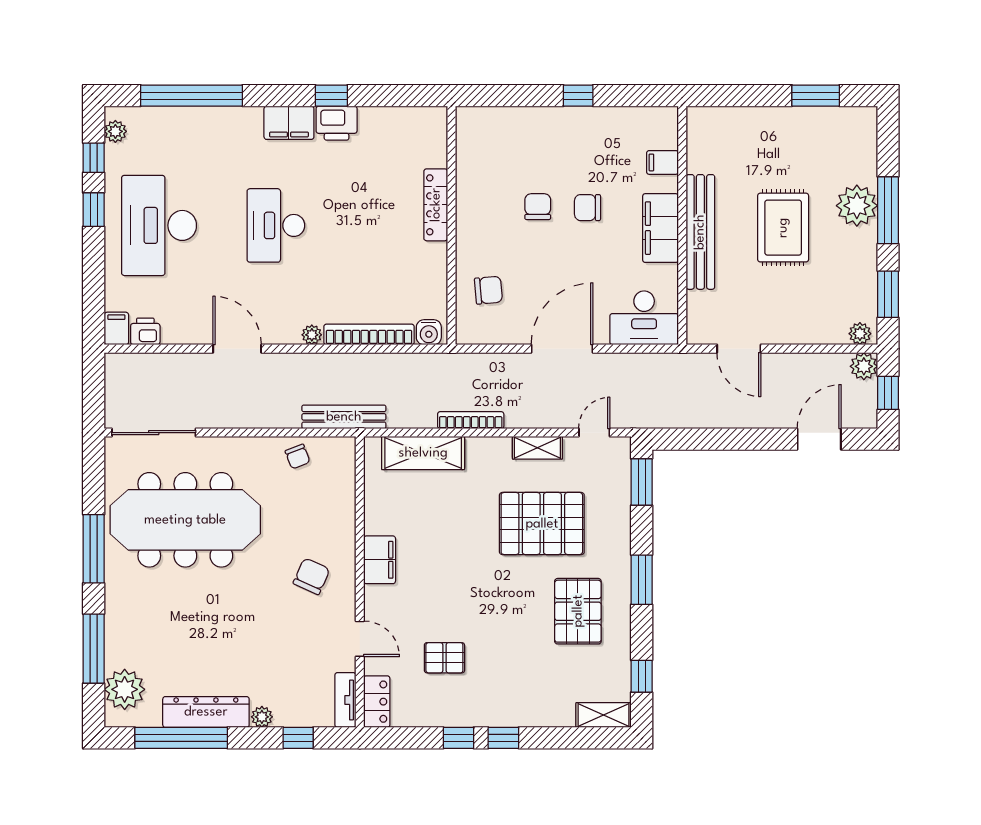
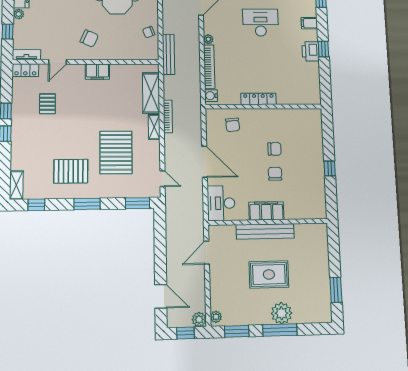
filing cabinet: (289, 123) -> (309, 23), width x0.50
filing cabinet: (662, 162) -> (299, 211), removed
locker: (436, 205) -> (258, 99), moved
shelving: (537, 448) -> (154, 127), moved

